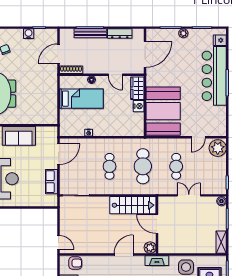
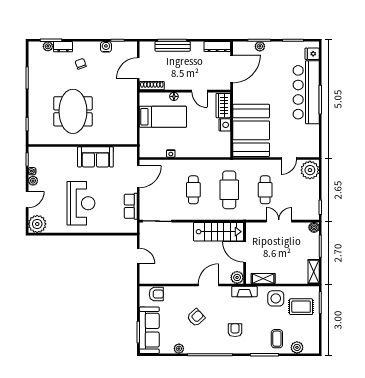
dresser: (120, 33) -> (217, 47), moved
plant: (183, 33) -> (260, 46), moved
door: (58, 243) -> (138, 256), moved
shelving: (174, 249) -> (263, 279), added

